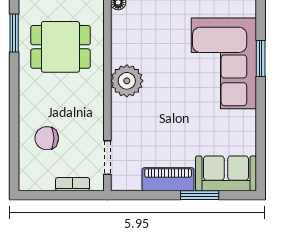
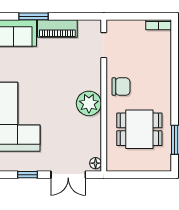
chair: (47, 138) -> (121, 87), moved
bookcase: (73, 184) -> (159, 25), moved

